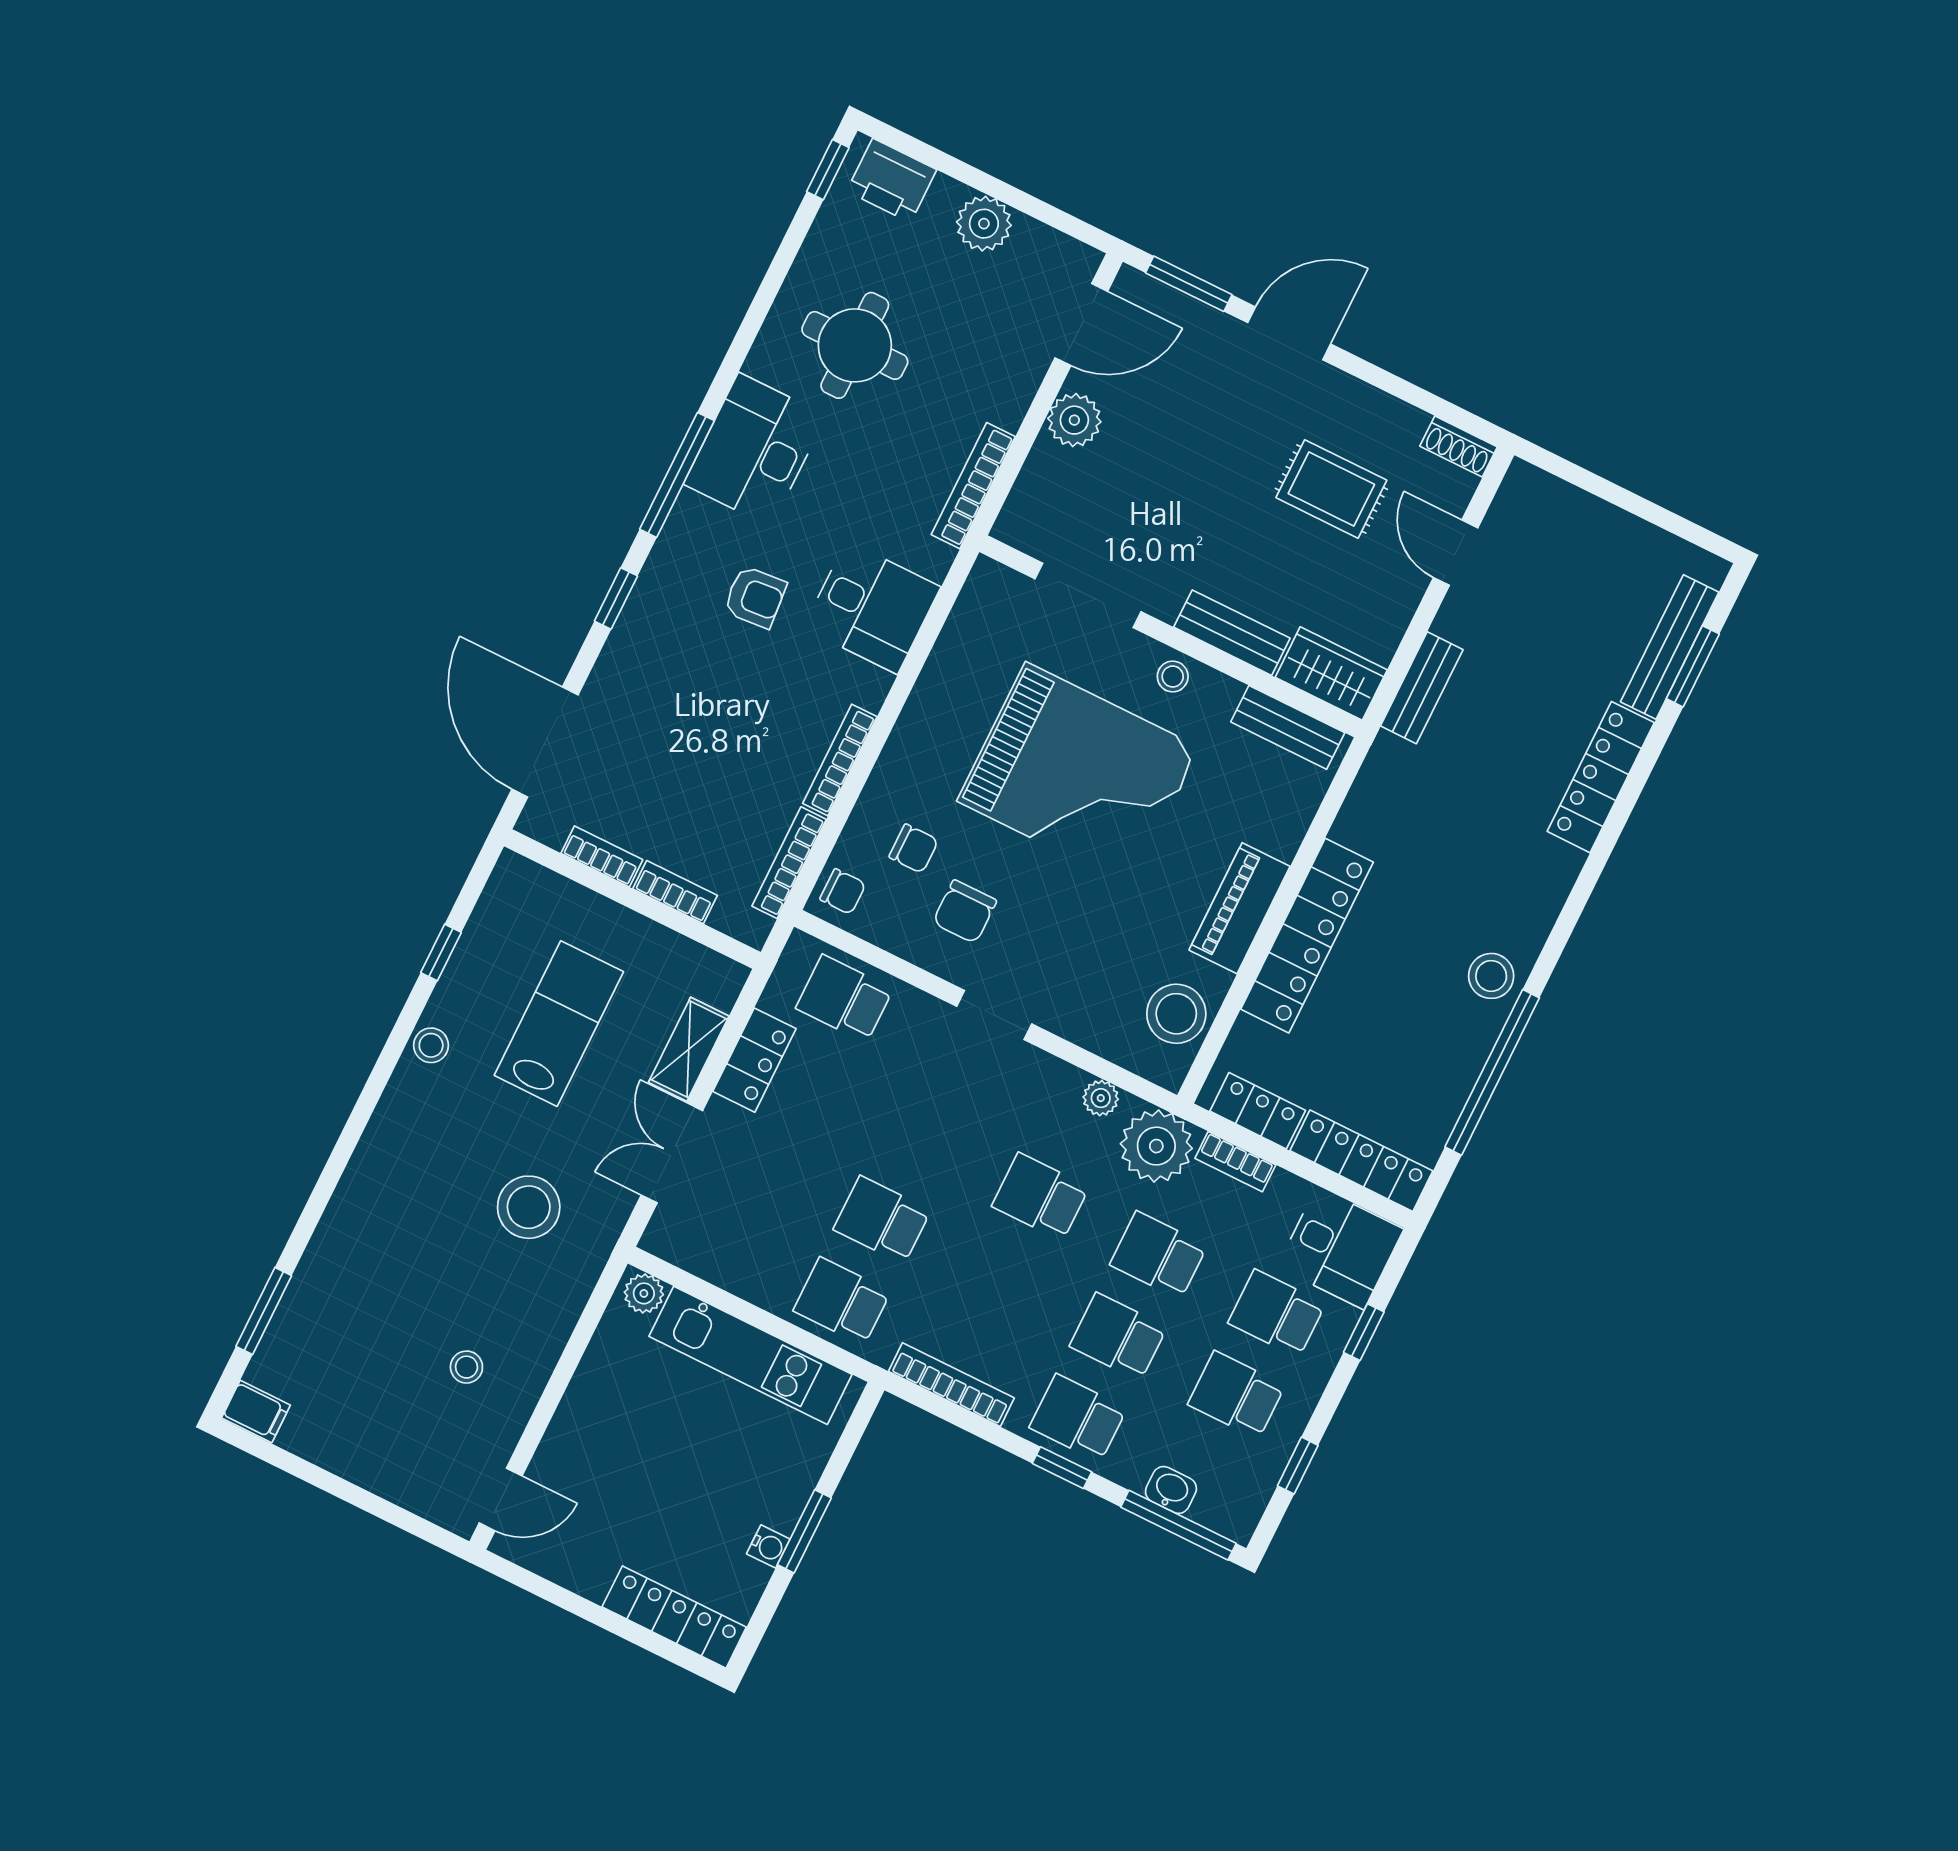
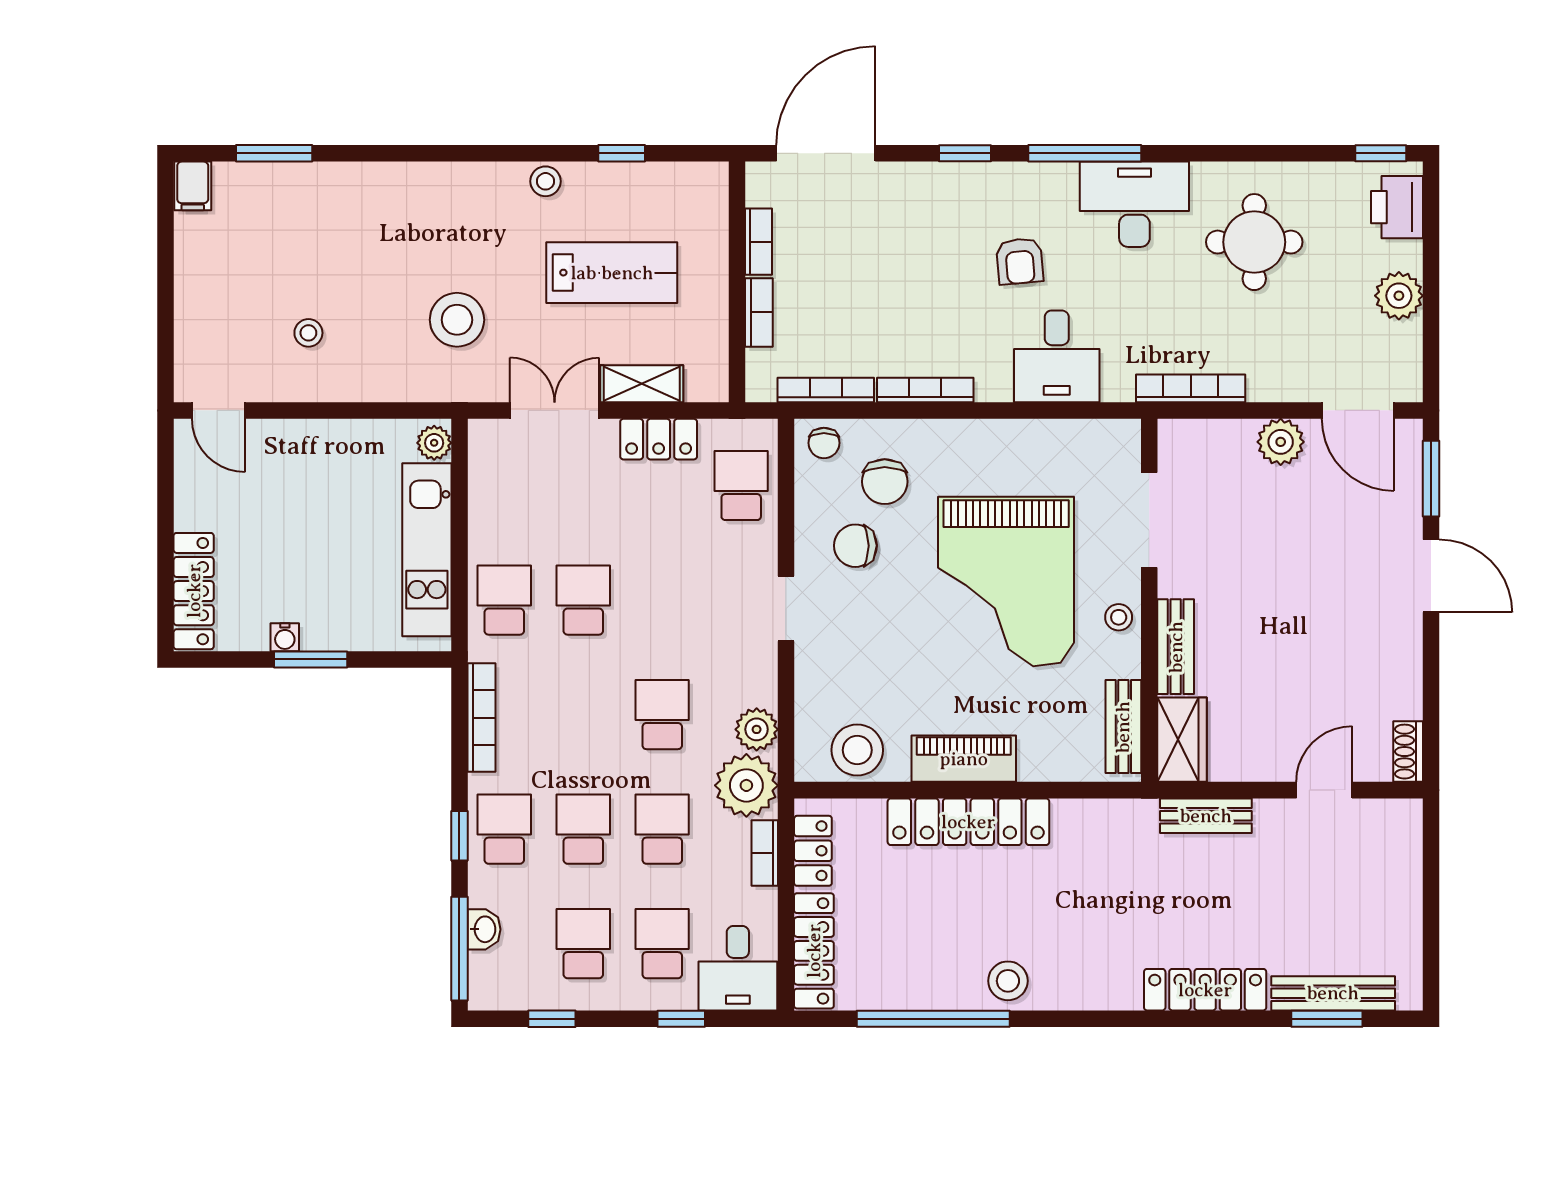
rug: (1331, 489) -> (1326, 669), removed
chair: (914, 849) -> (885, 482), width x1.37, depth x1.37
plant: (1101, 1098) -> (757, 729), width x1.38, depth x1.38

